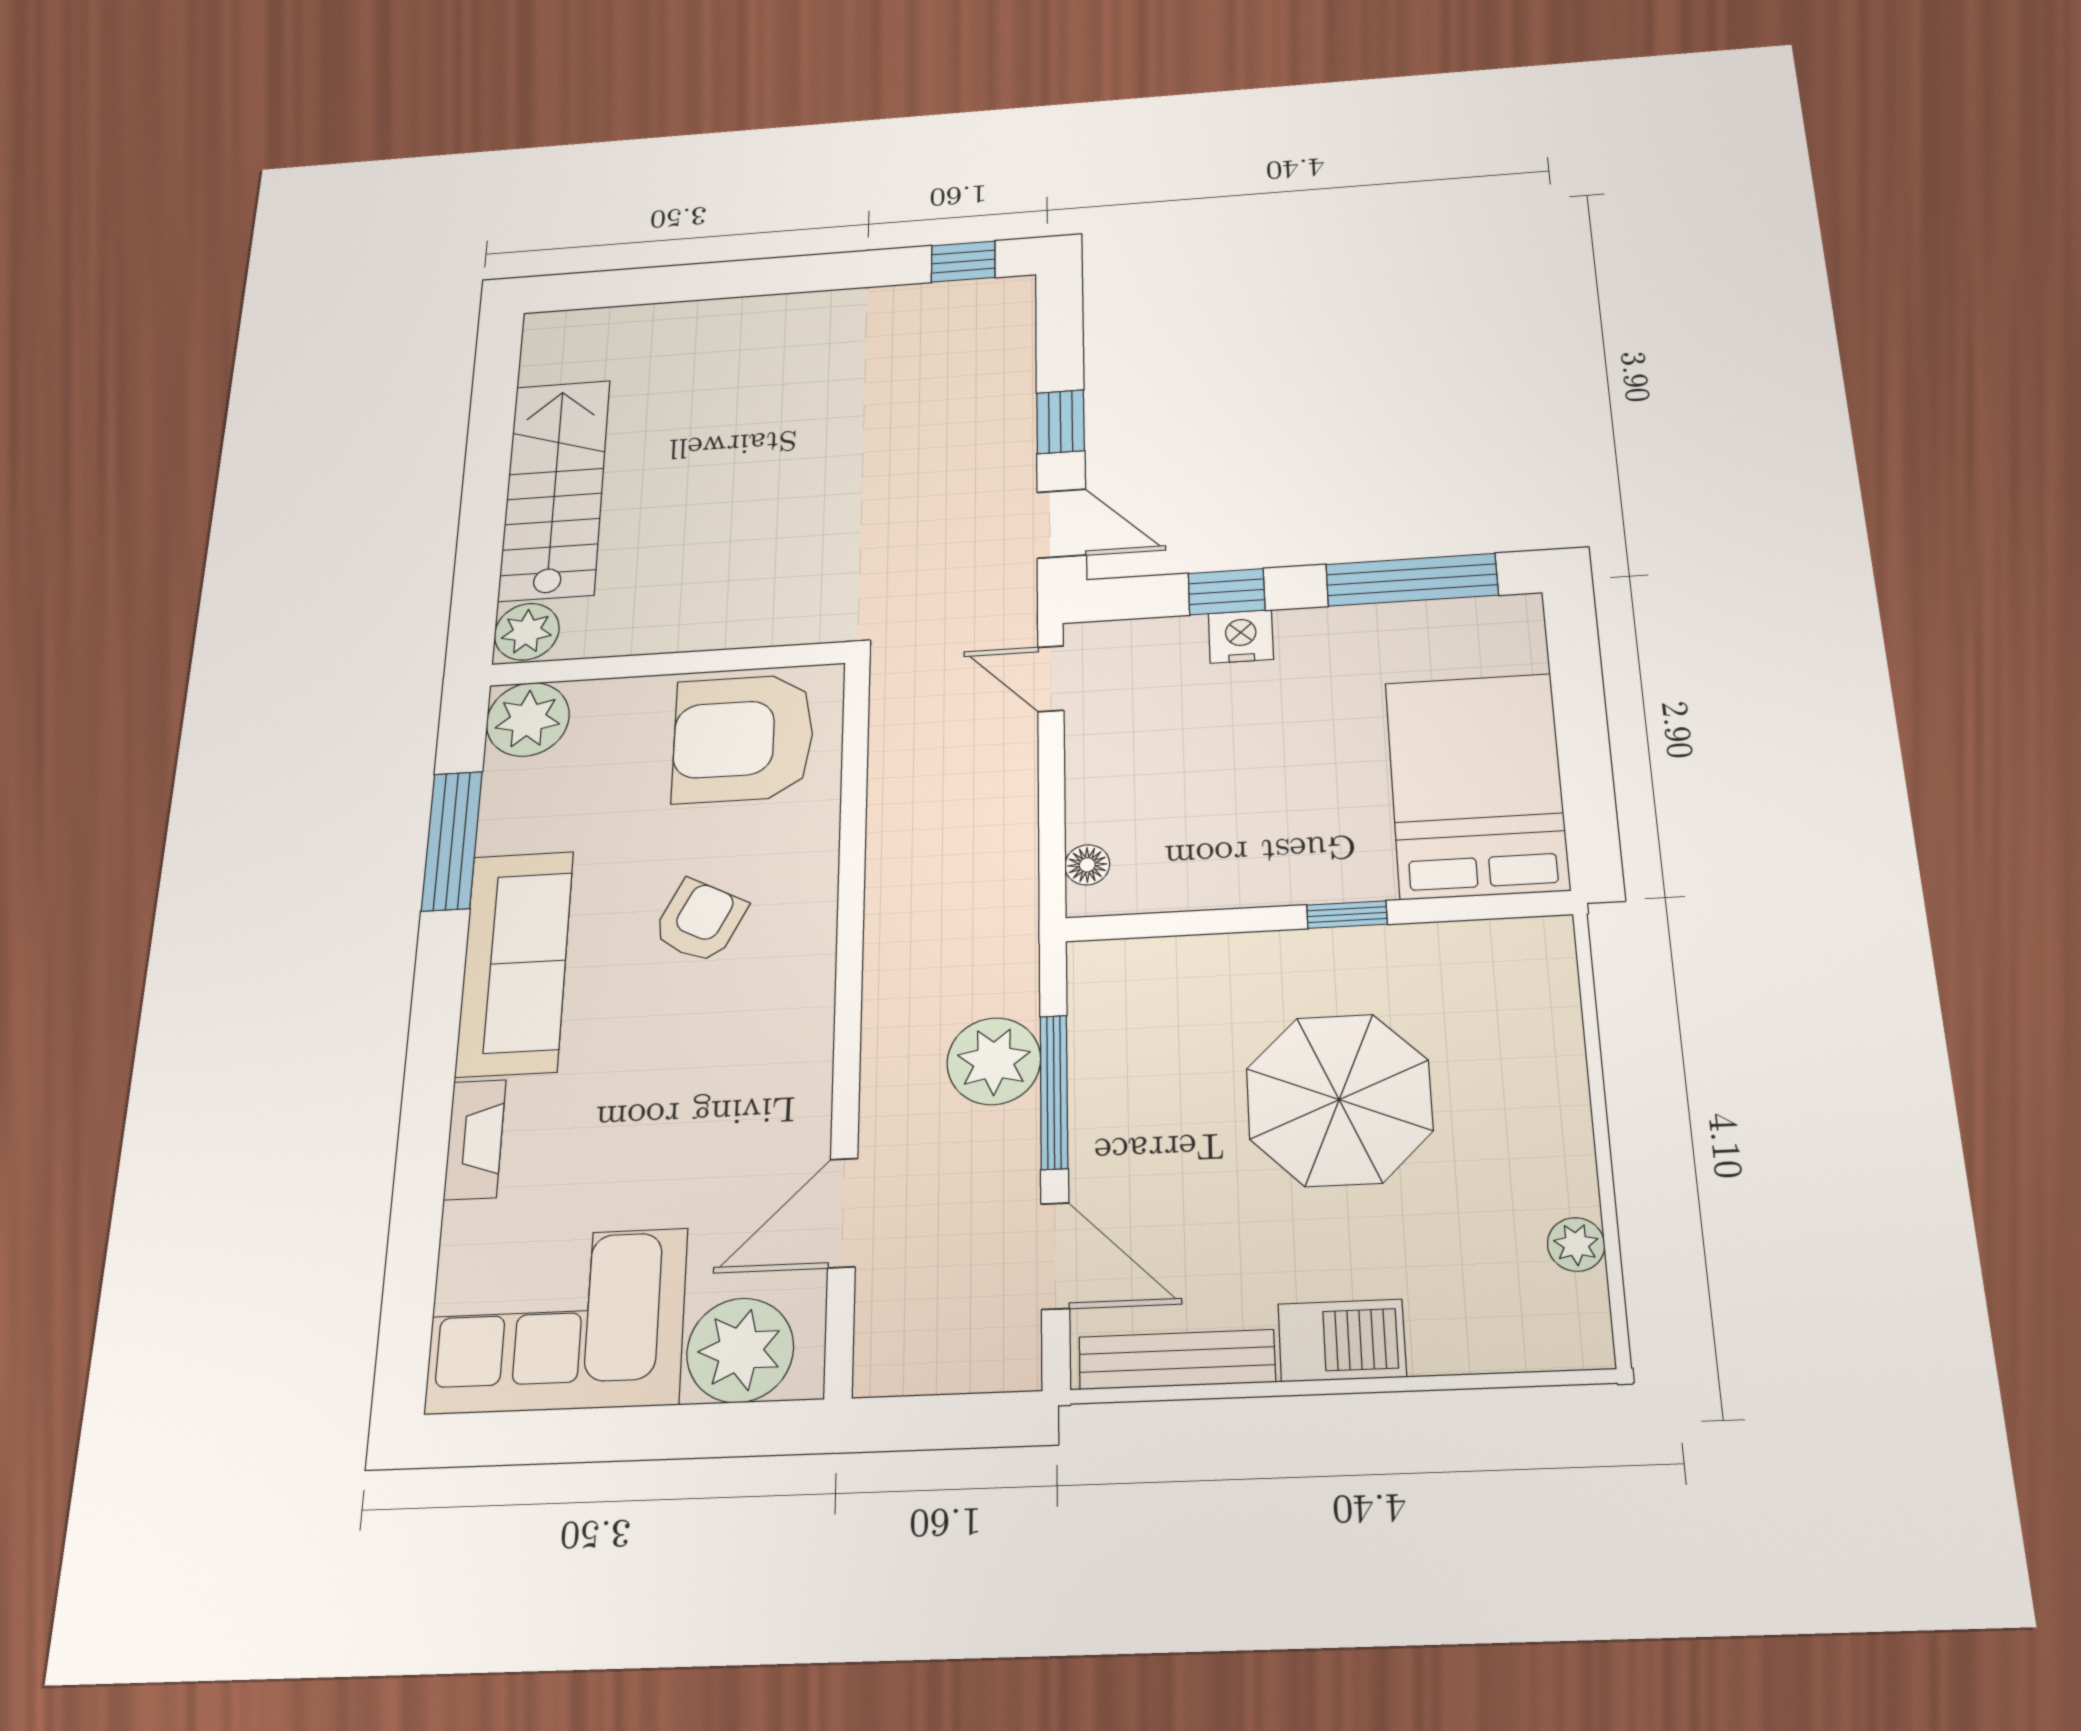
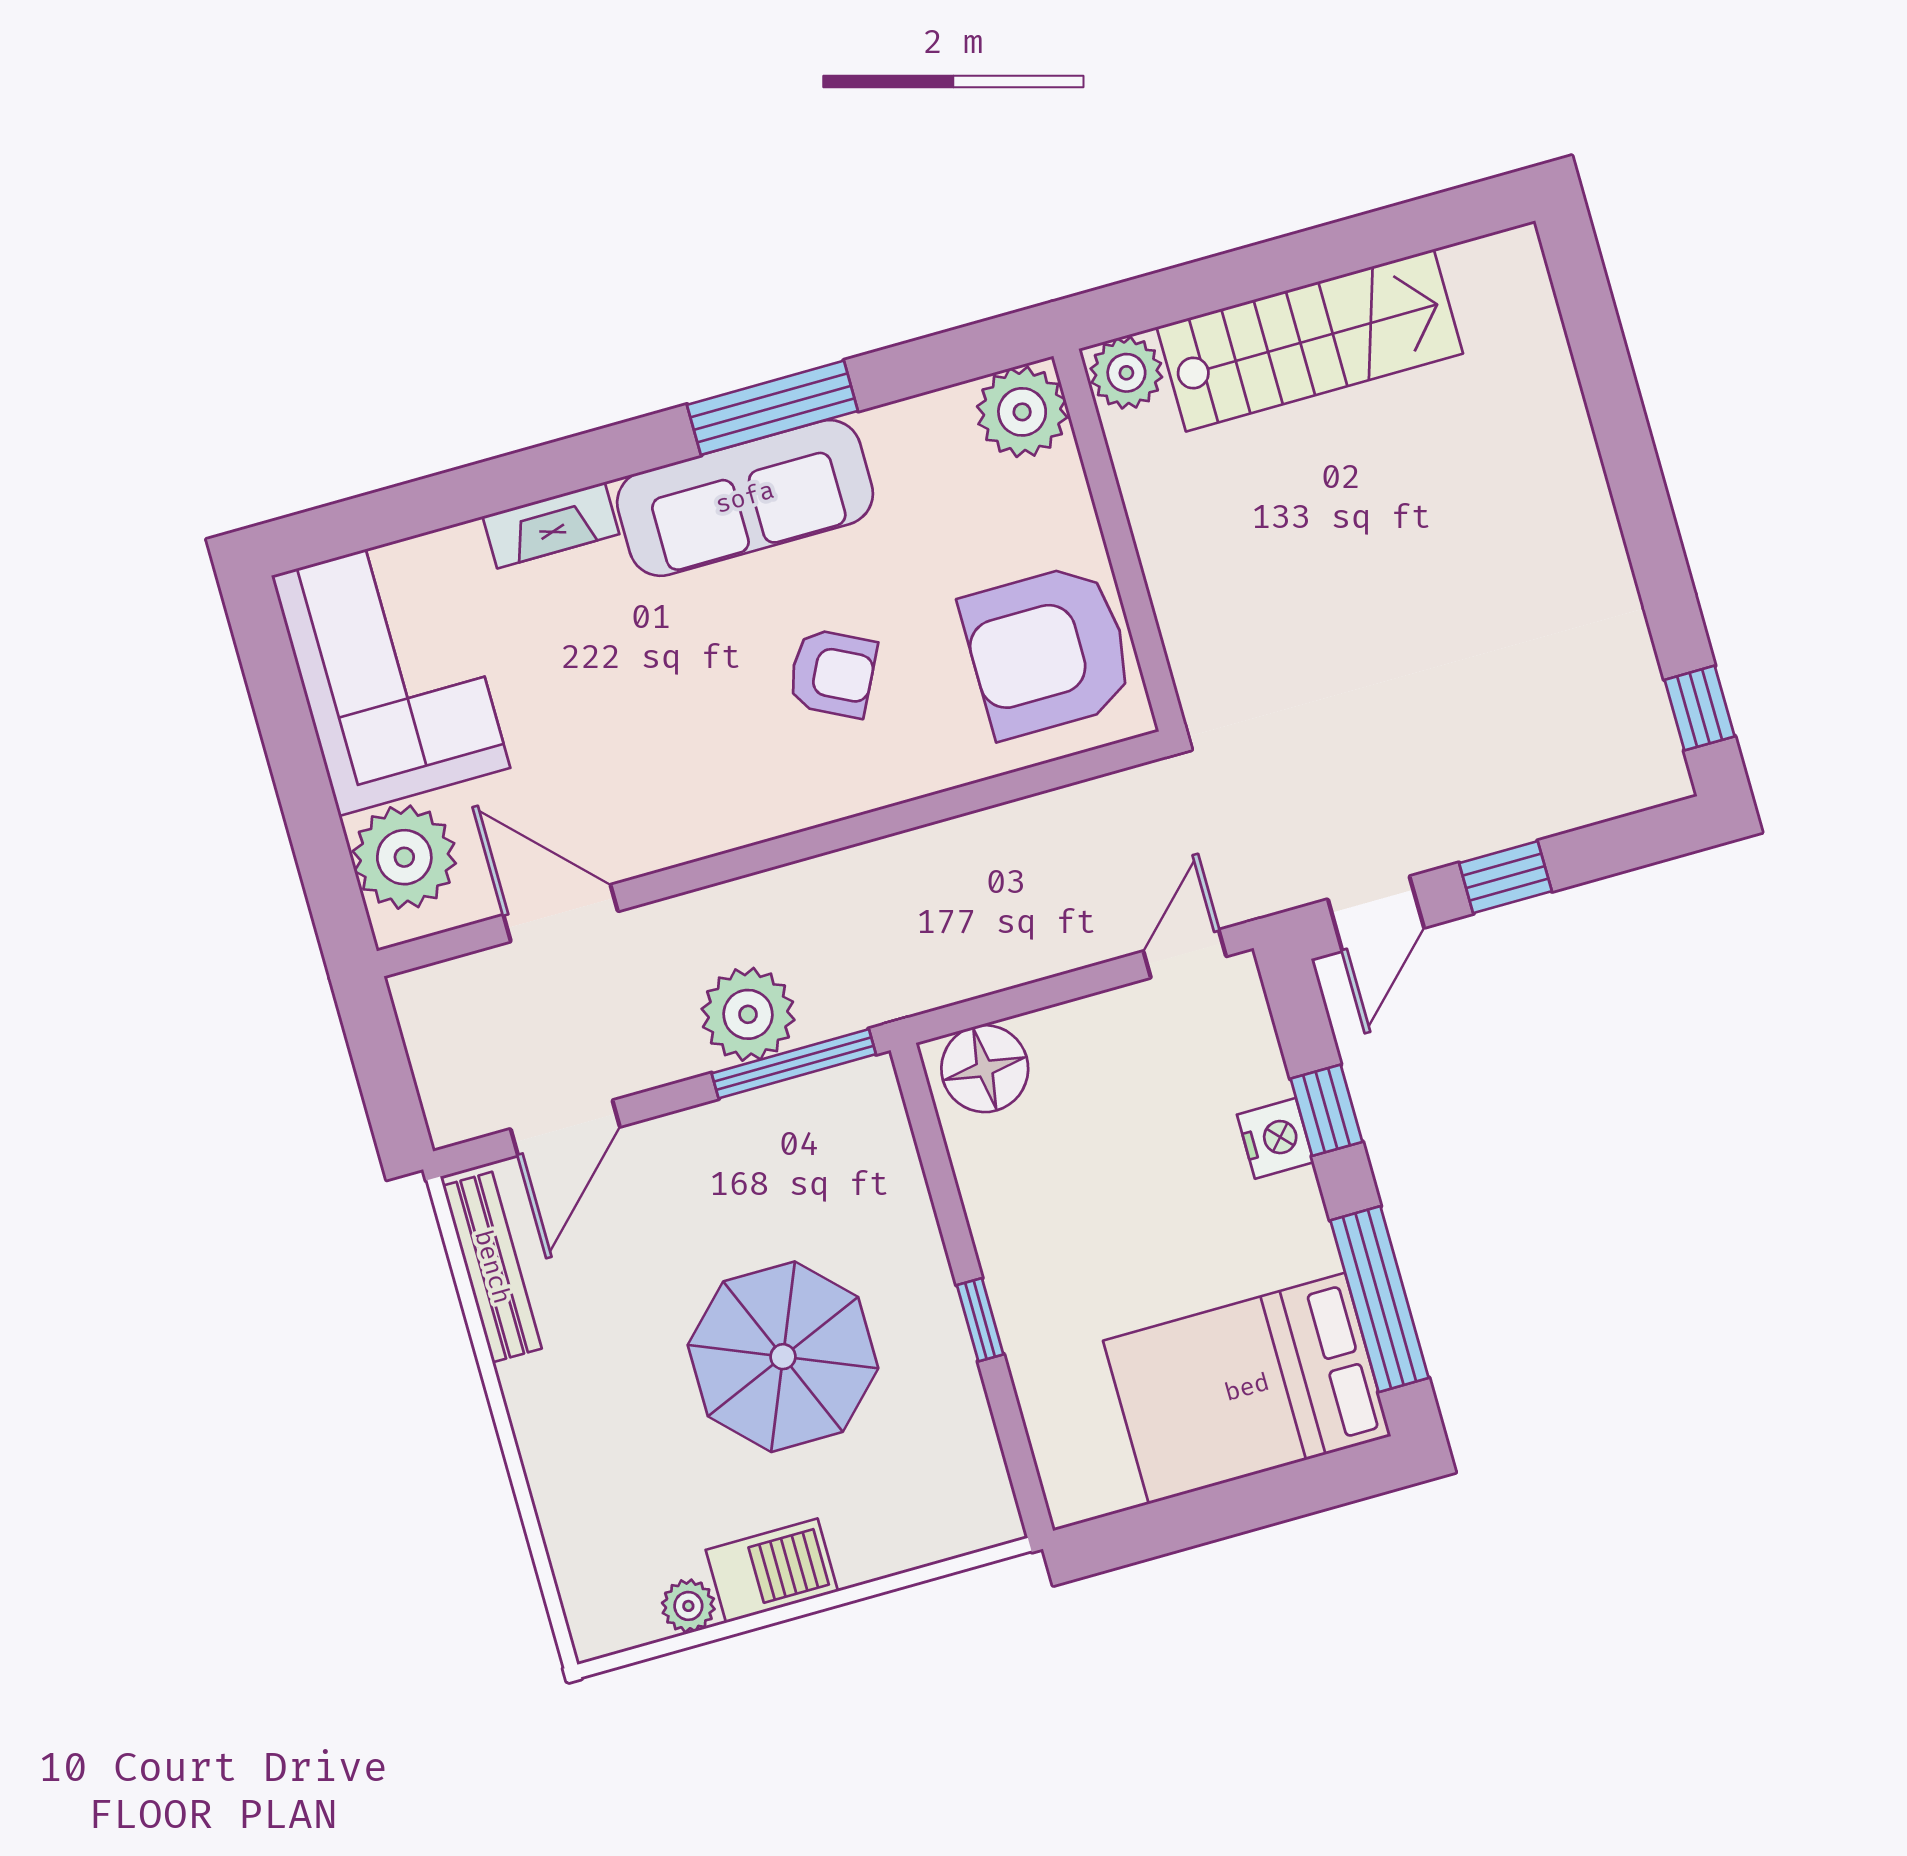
armchair: (743, 738) -> (1048, 651), turned -90
bed: (1476, 785) -> (1247, 1388), moved, turned 180
window: (452, 841) -> (772, 408), moved
floor lamp: (1087, 865) -> (985, 1069), width x1.89, depth x1.89
window: (1054, 1092) -> (794, 1064), moved
barbecue: (1342, 1340) -> (772, 1571), moved, turned -90

